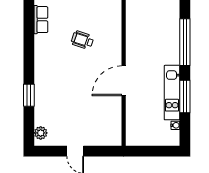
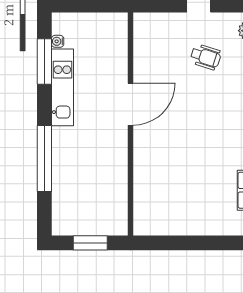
wheelchair: (82, 40) -> (206, 57), moved
window: (185, 96) -> (44, 62), moved

